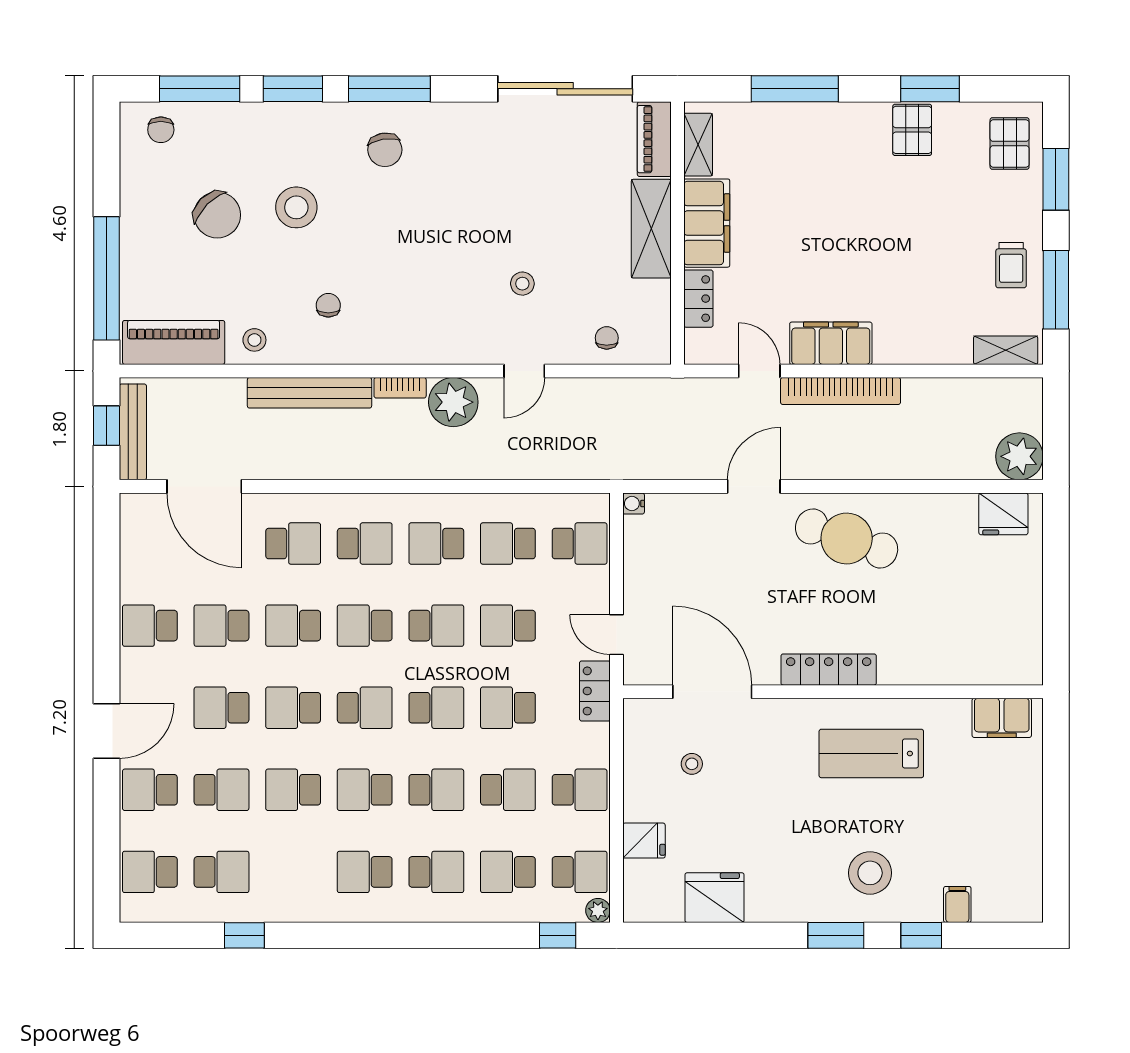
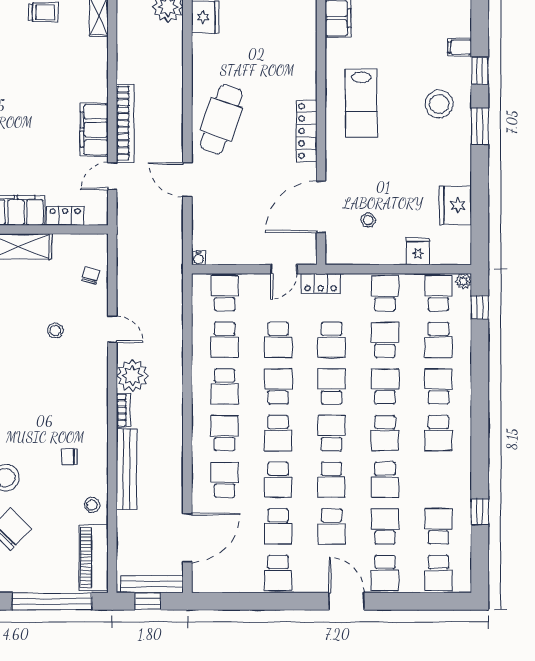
chair: (607, 338) -> (91, 276), turned 106

